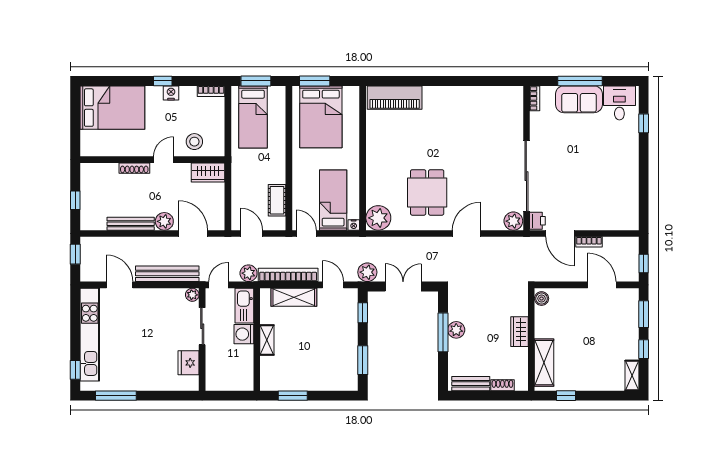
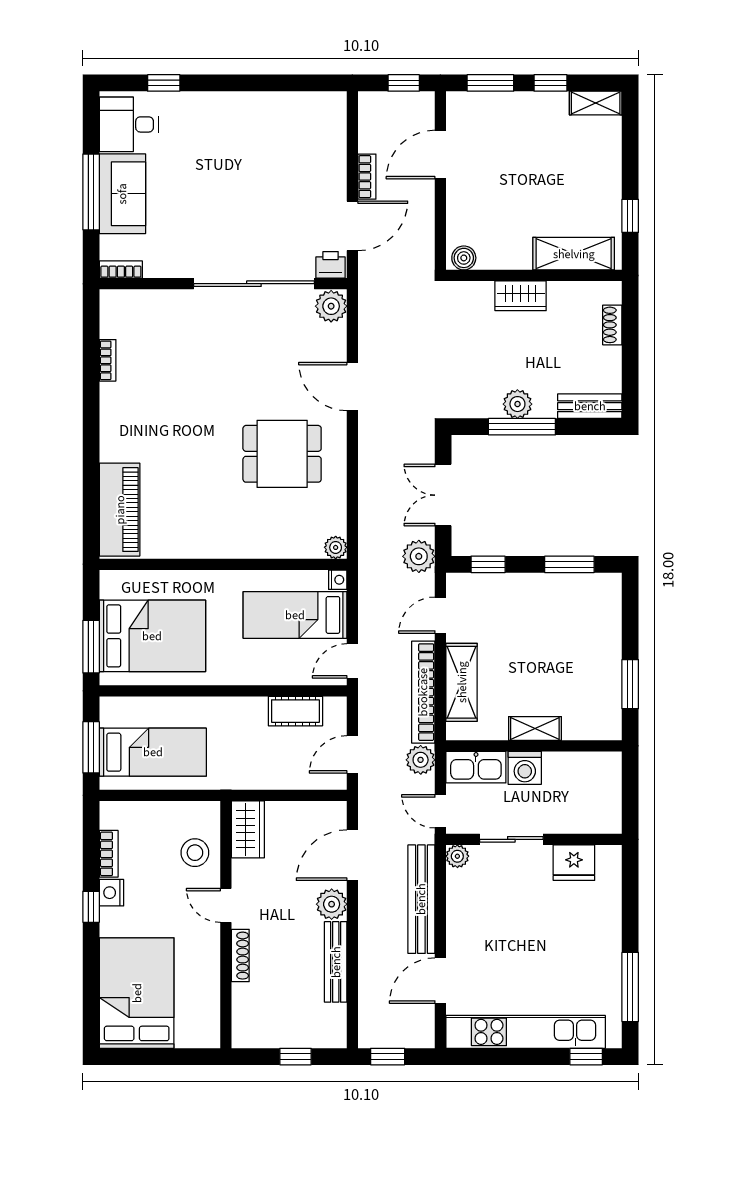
bookcase: (211, 91) -> (109, 854), moved
bookcase: (482, 91) -> (108, 360), added
plant: (378, 218) -> (336, 547), width x0.53, depth x0.53
bench: (471, 384) -> (590, 406), moved, turned 90

